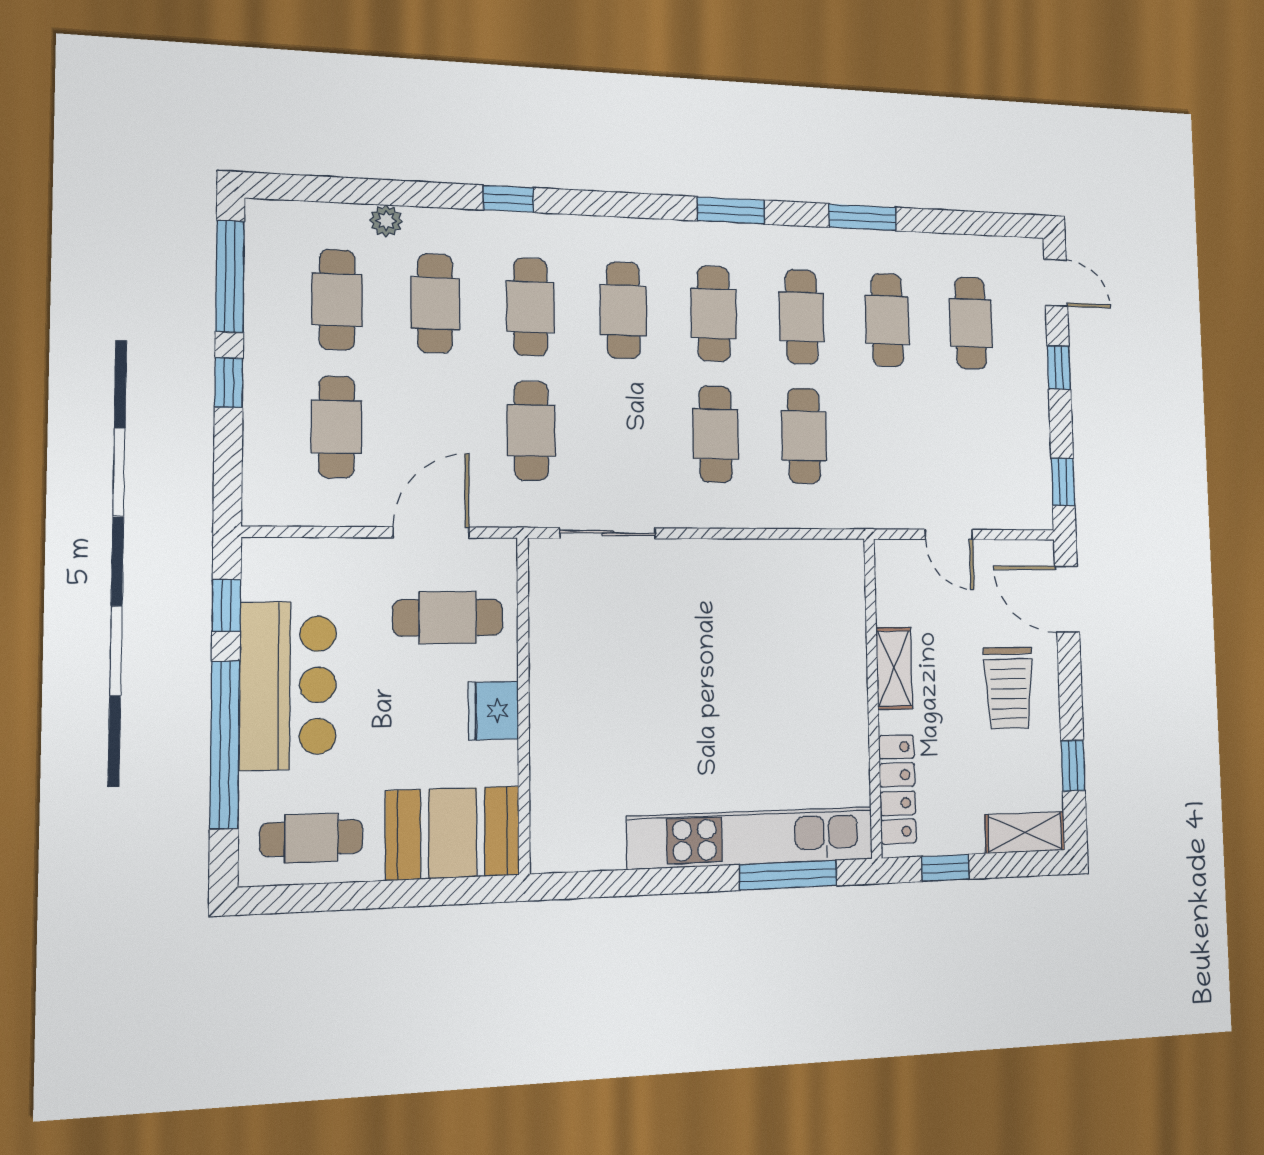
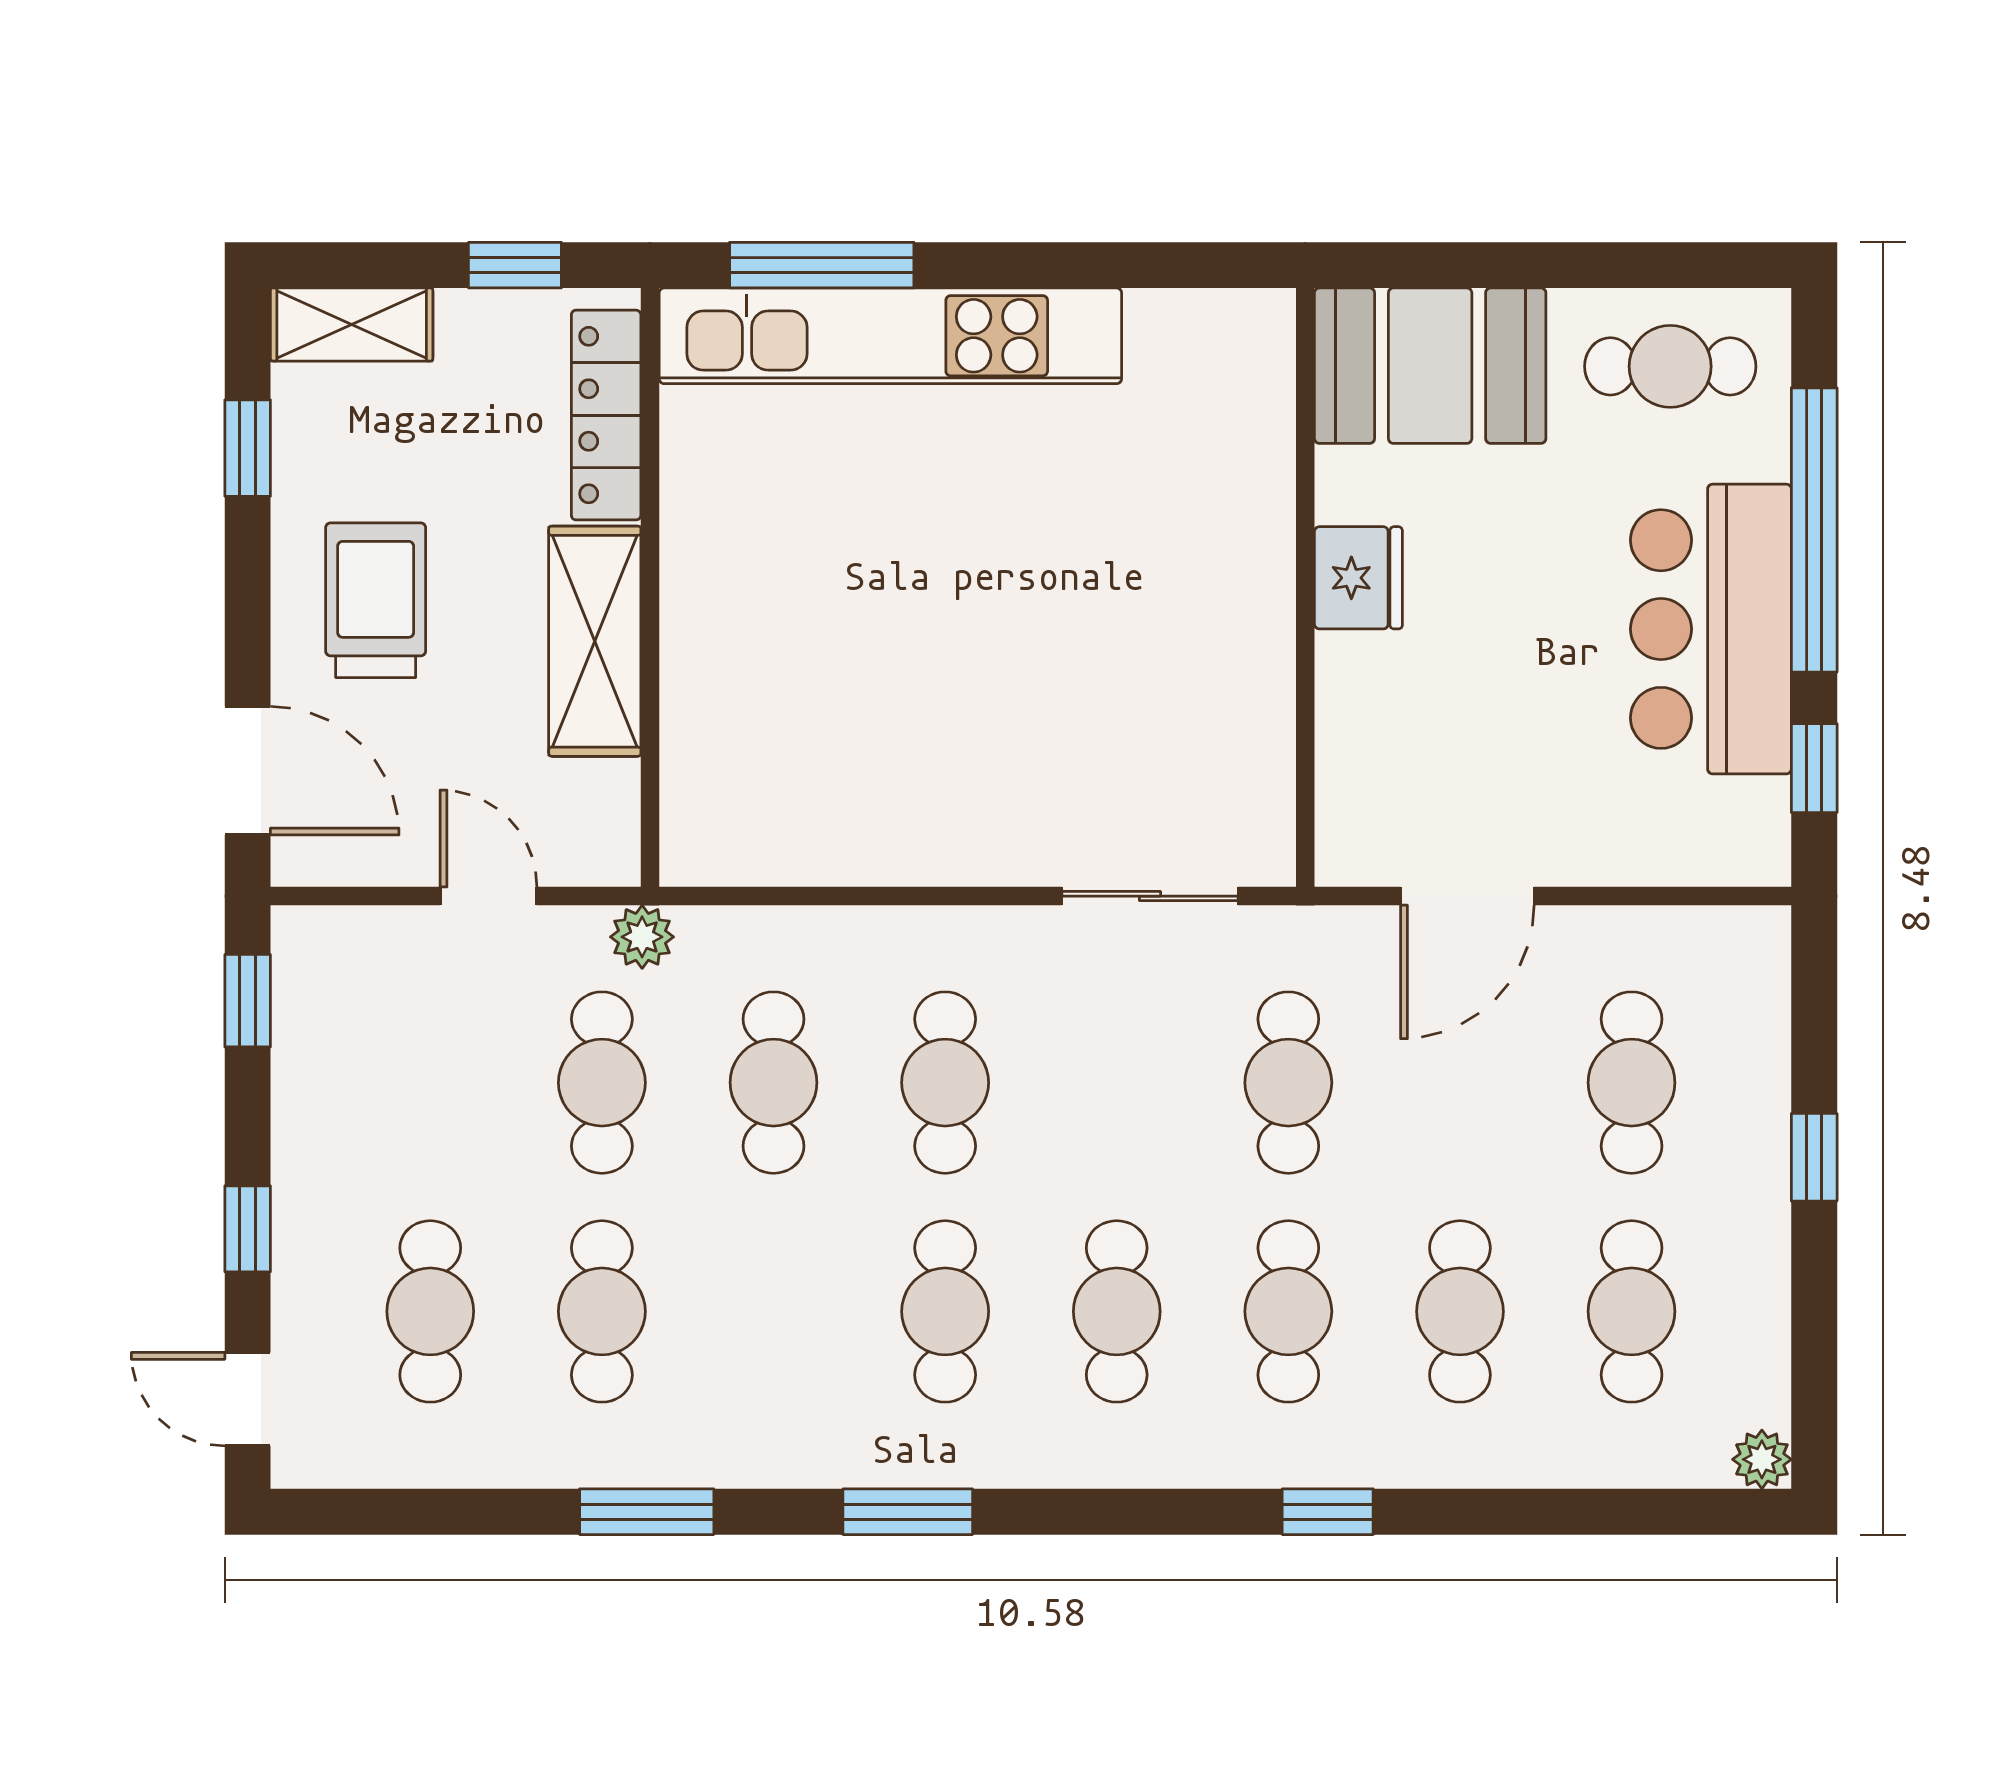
plant: (386, 221) -> (1762, 1459), moved
window: (230, 276) -> (1814, 1346), removed
cafe table: (802, 317) -> (602, 1083), moved
plant: (872, 513) -> (642, 937), added
cafe table: (448, 618) -> (1438, 744), removed
shelving: (894, 668) -> (595, 641), width x1.50, depth x1.33

